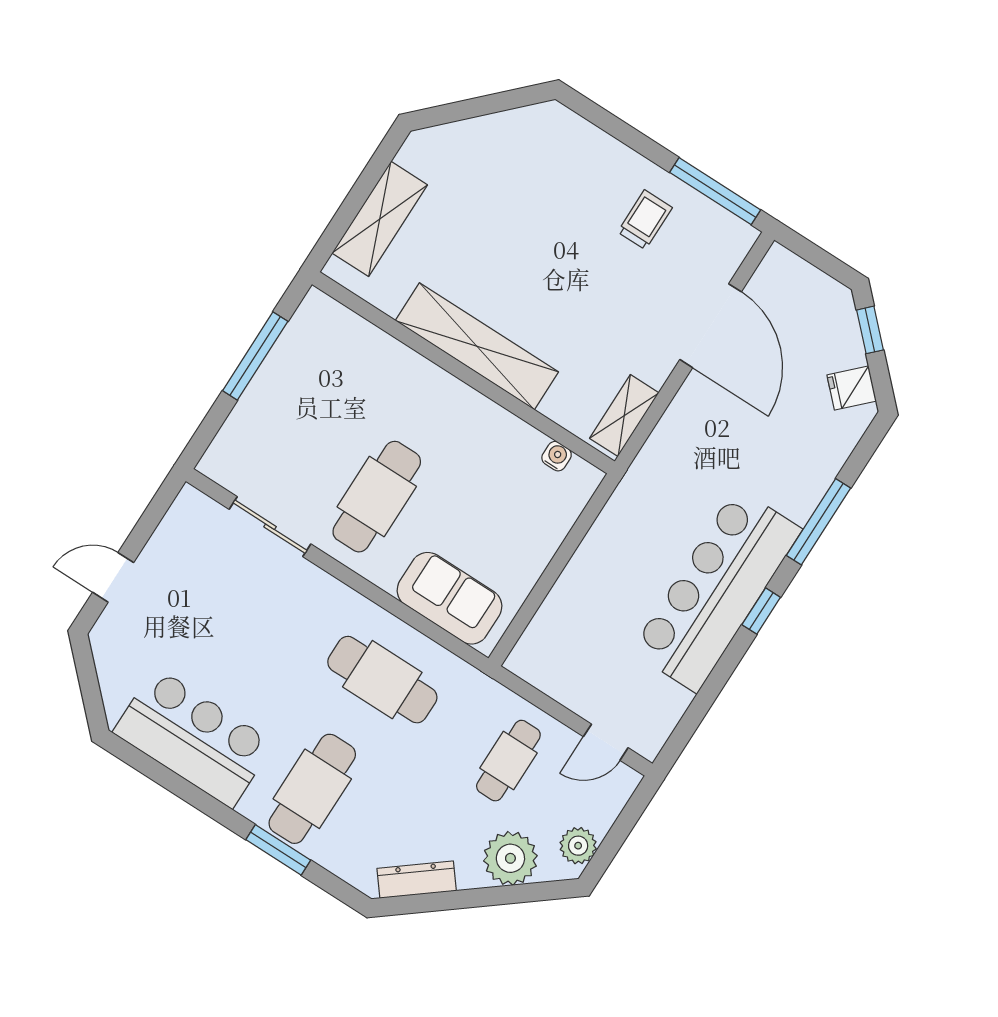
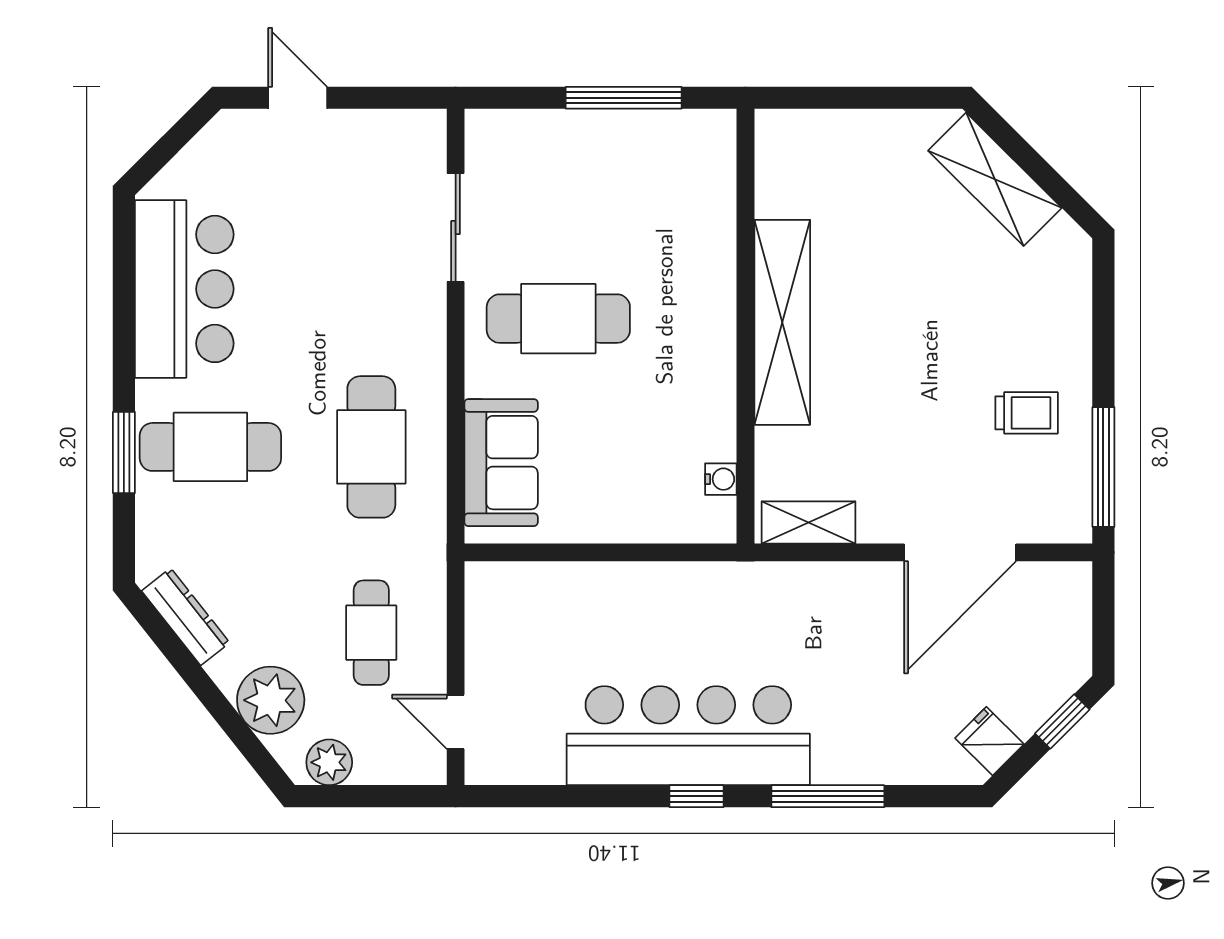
shelving: (380, 219) -> (995, 179), moved, turned 45
cafe table: (508, 761) -> (371, 633), turned 90

